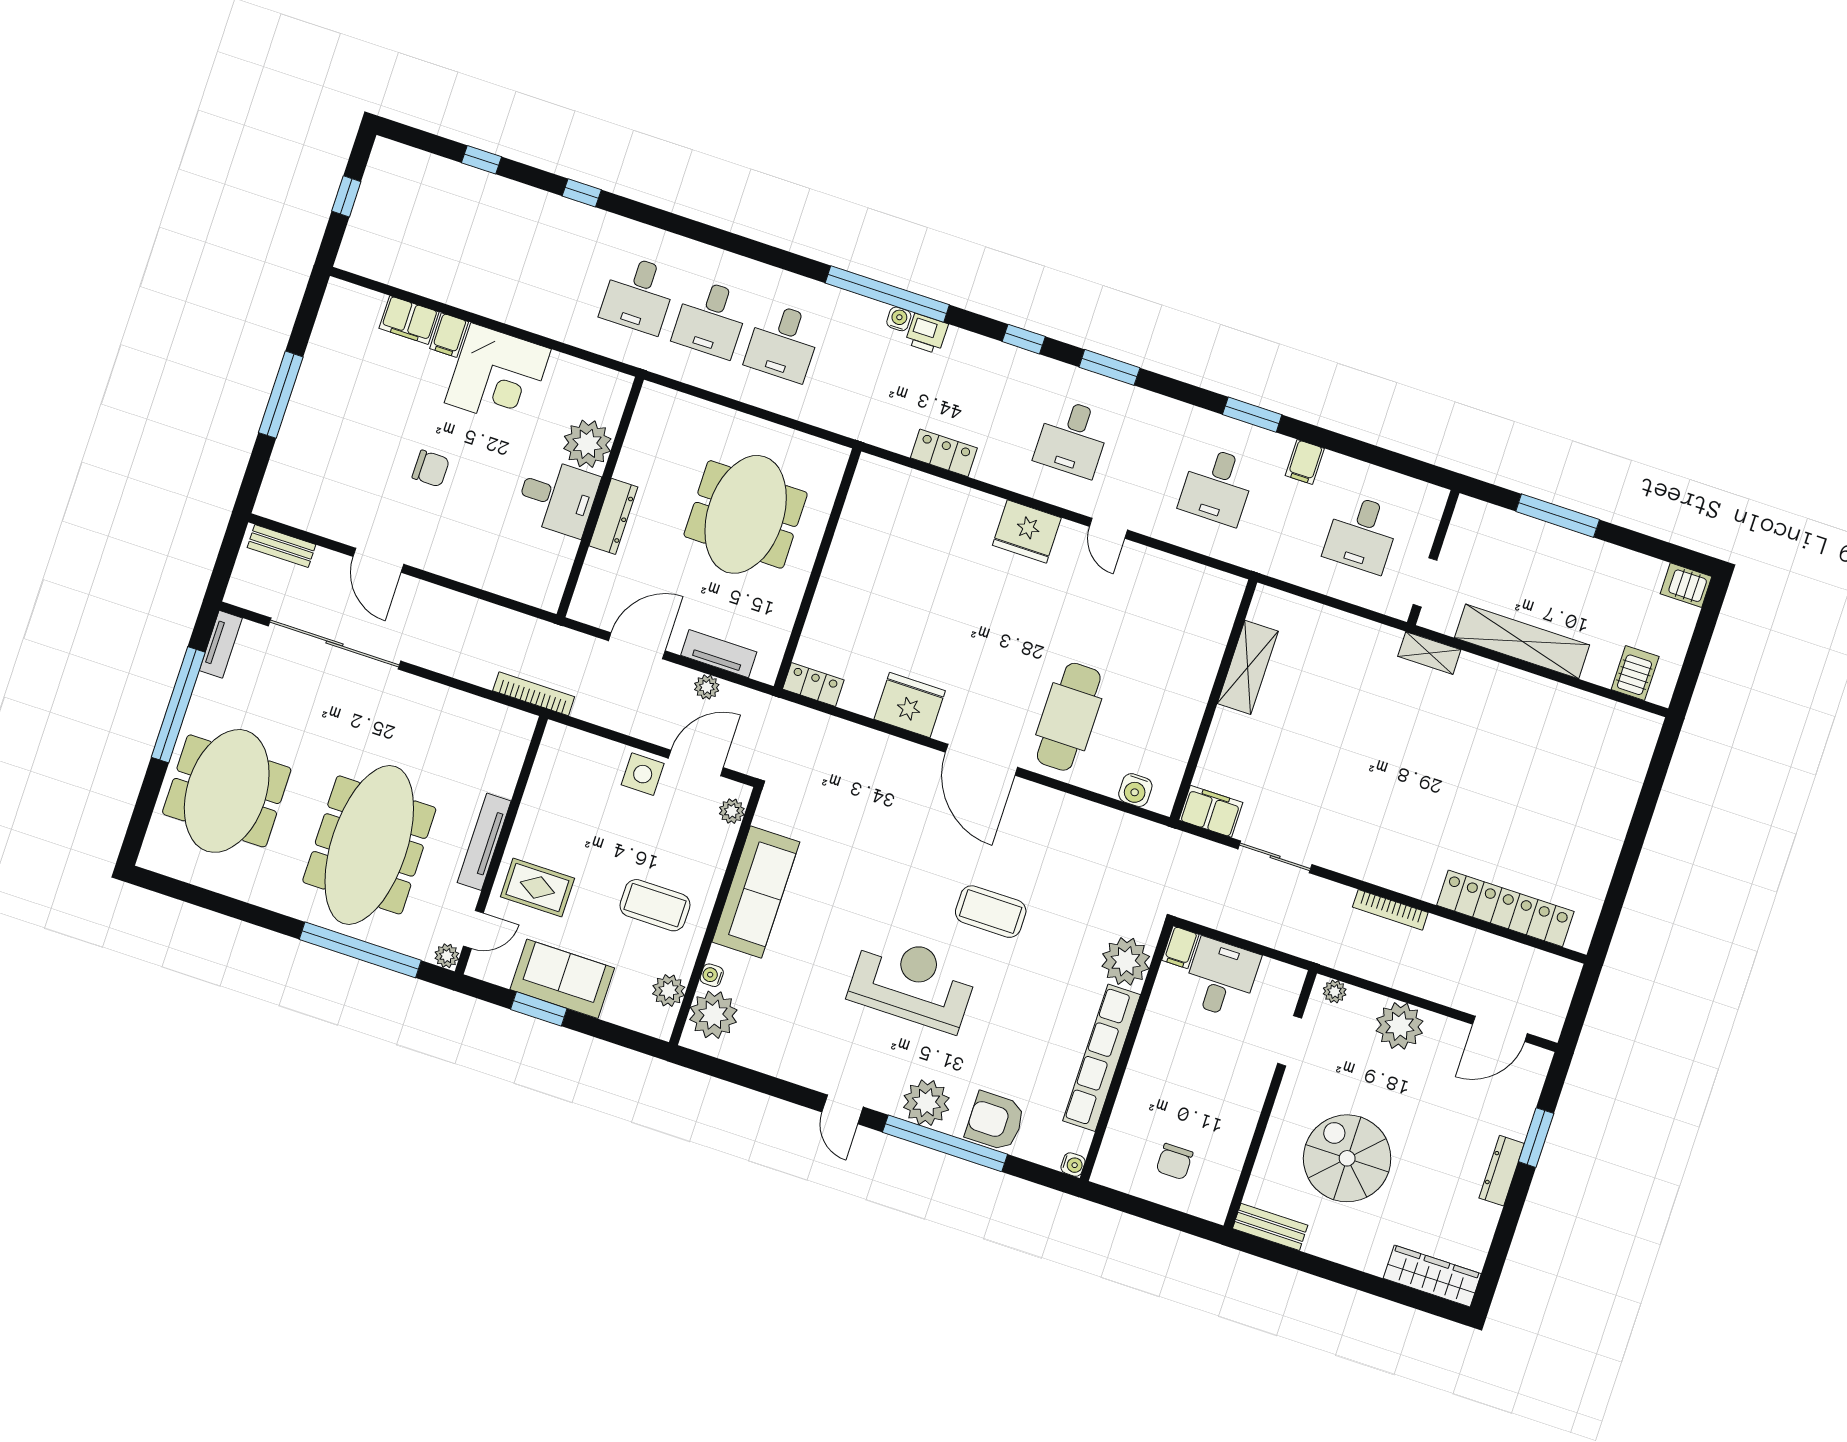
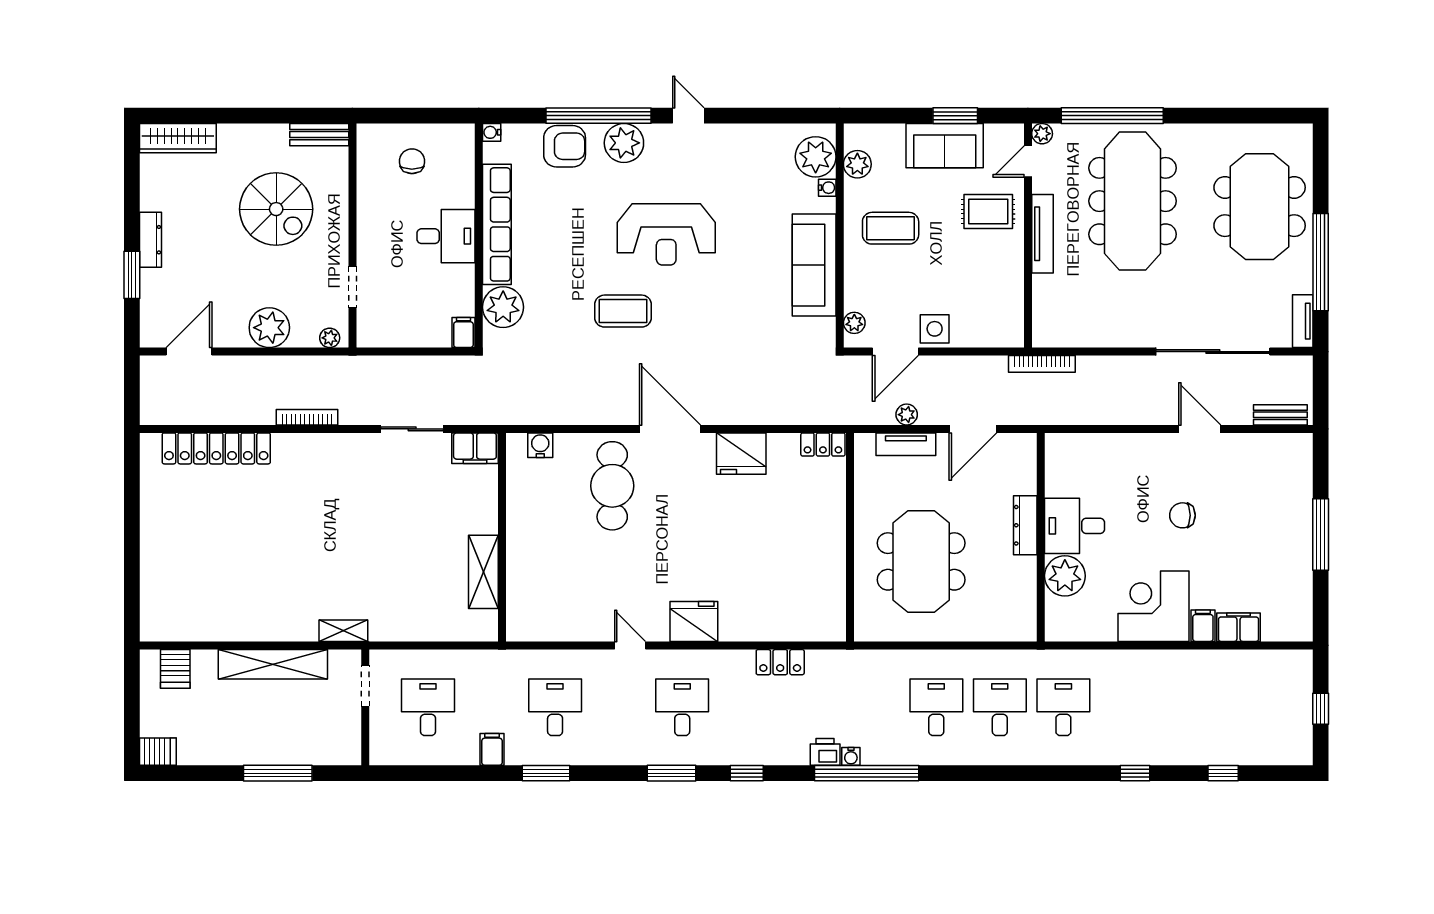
desk: (1221, 978) -> (446, 236), moved, turned -90

